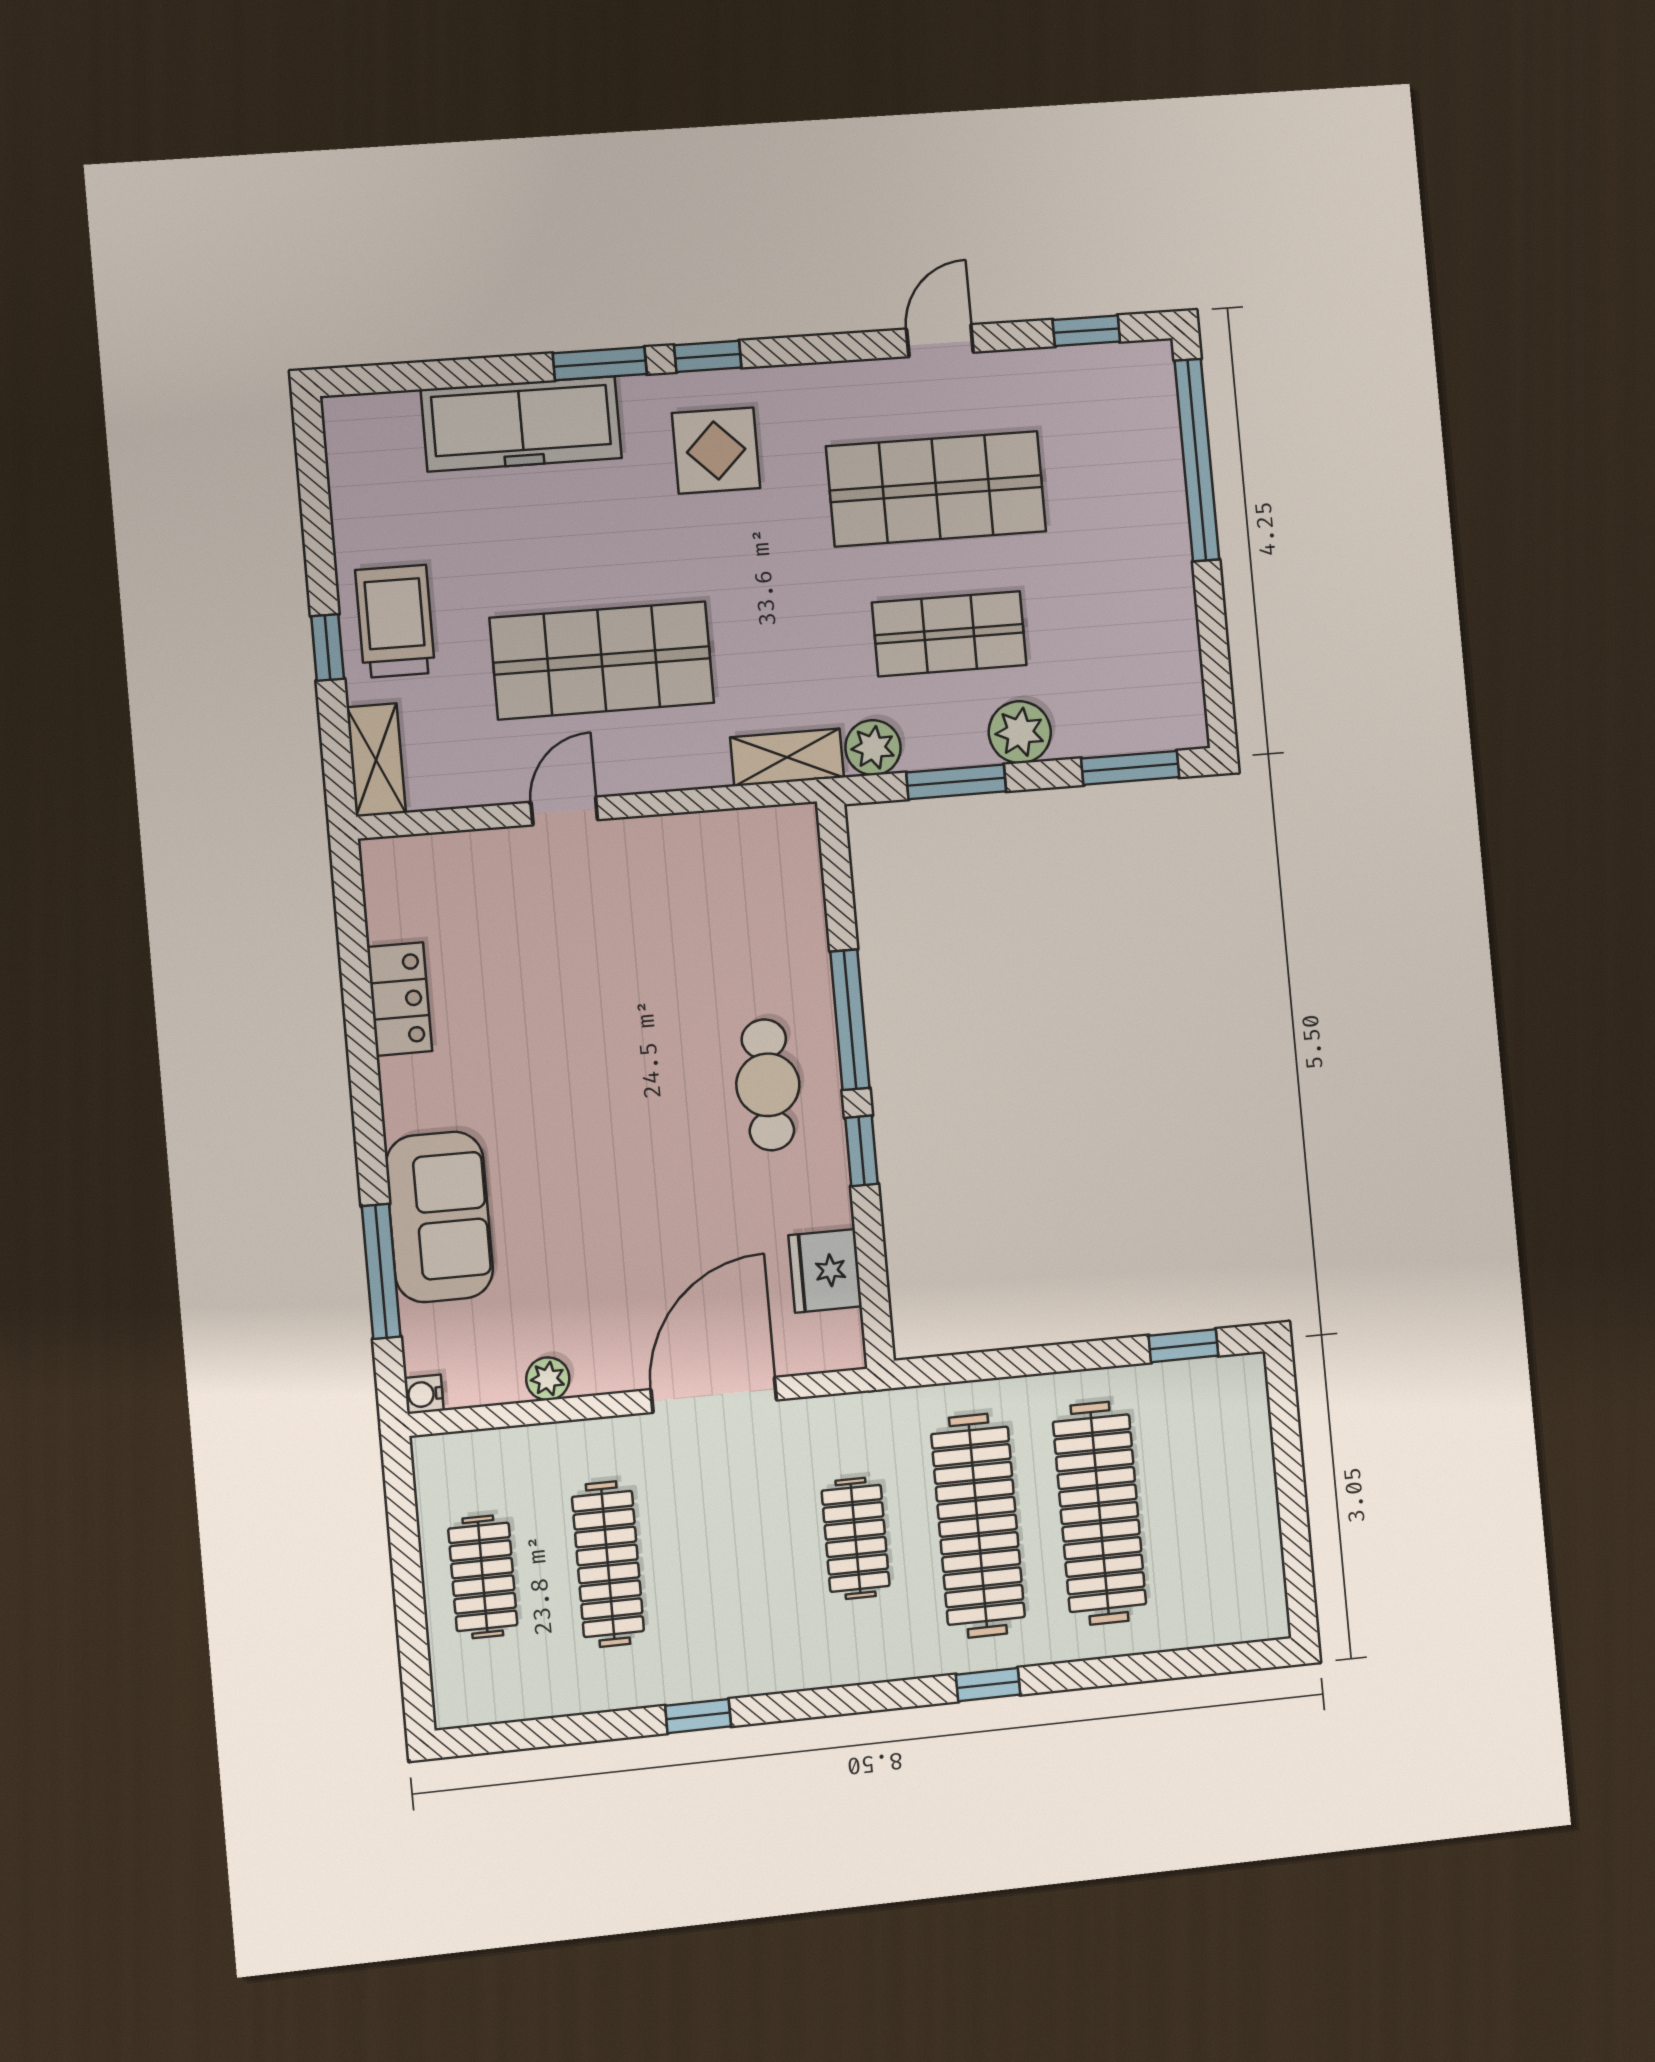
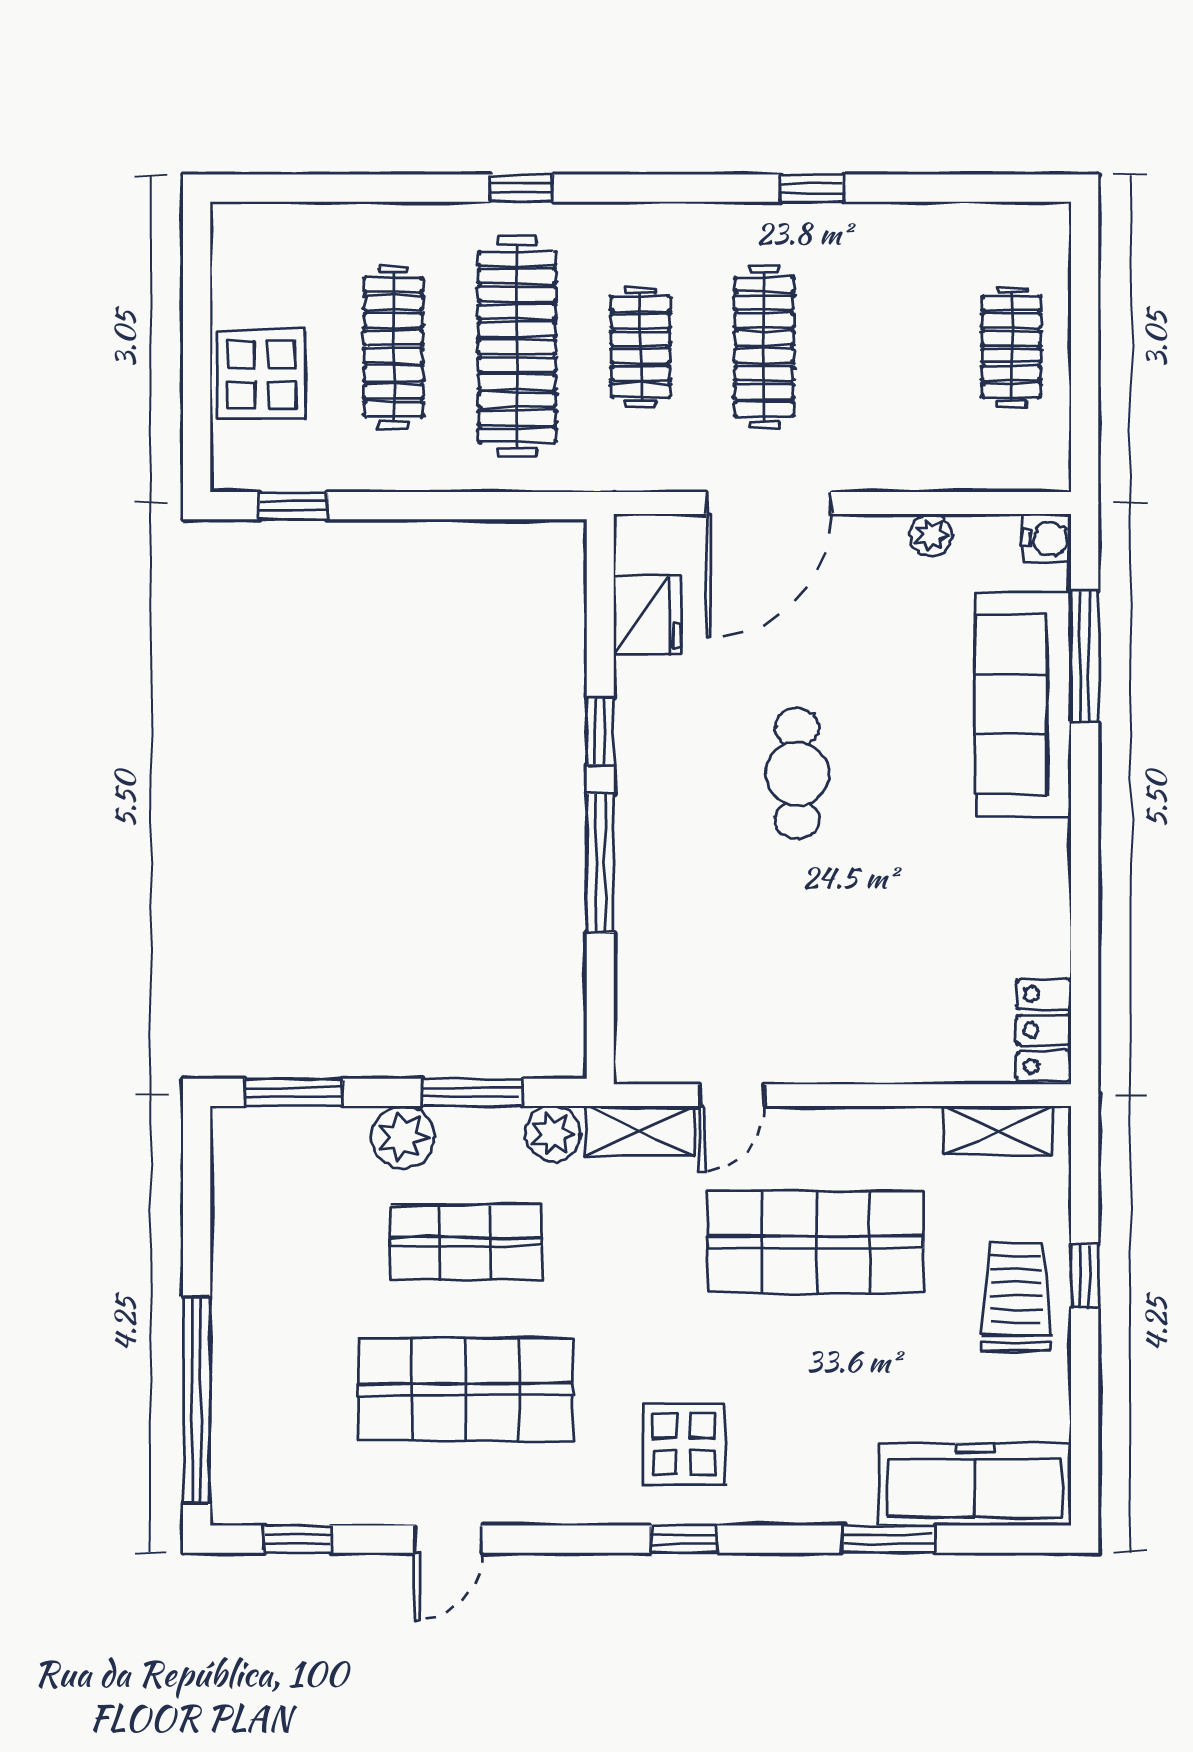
window: (600, 364) -> (888, 1539), moved
freezer: (521, 424) -> (975, 1484), moved
trolley: (395, 621) -> (1016, 1297), turned 180
shelving: (376, 760) -> (997, 1130), moved, turned 90
door: (564, 811) -> (732, 1095), moved
locker: (400, 999) -> (1044, 1030), moved
cafe table: (768, 1085) -> (797, 774), moved
sofa: (439, 1217) -> (1023, 704), width x1.36
water cooler: (424, 1394) -> (1047, 538), width x1.38, depth x1.38
display table: (1226, 1472) -> (262, 375), added
clothes rail: (1099, 1513) -> (393, 347), width x0.73, depth x0.76
clothes rail: (608, 1564) -> (764, 347), moved

